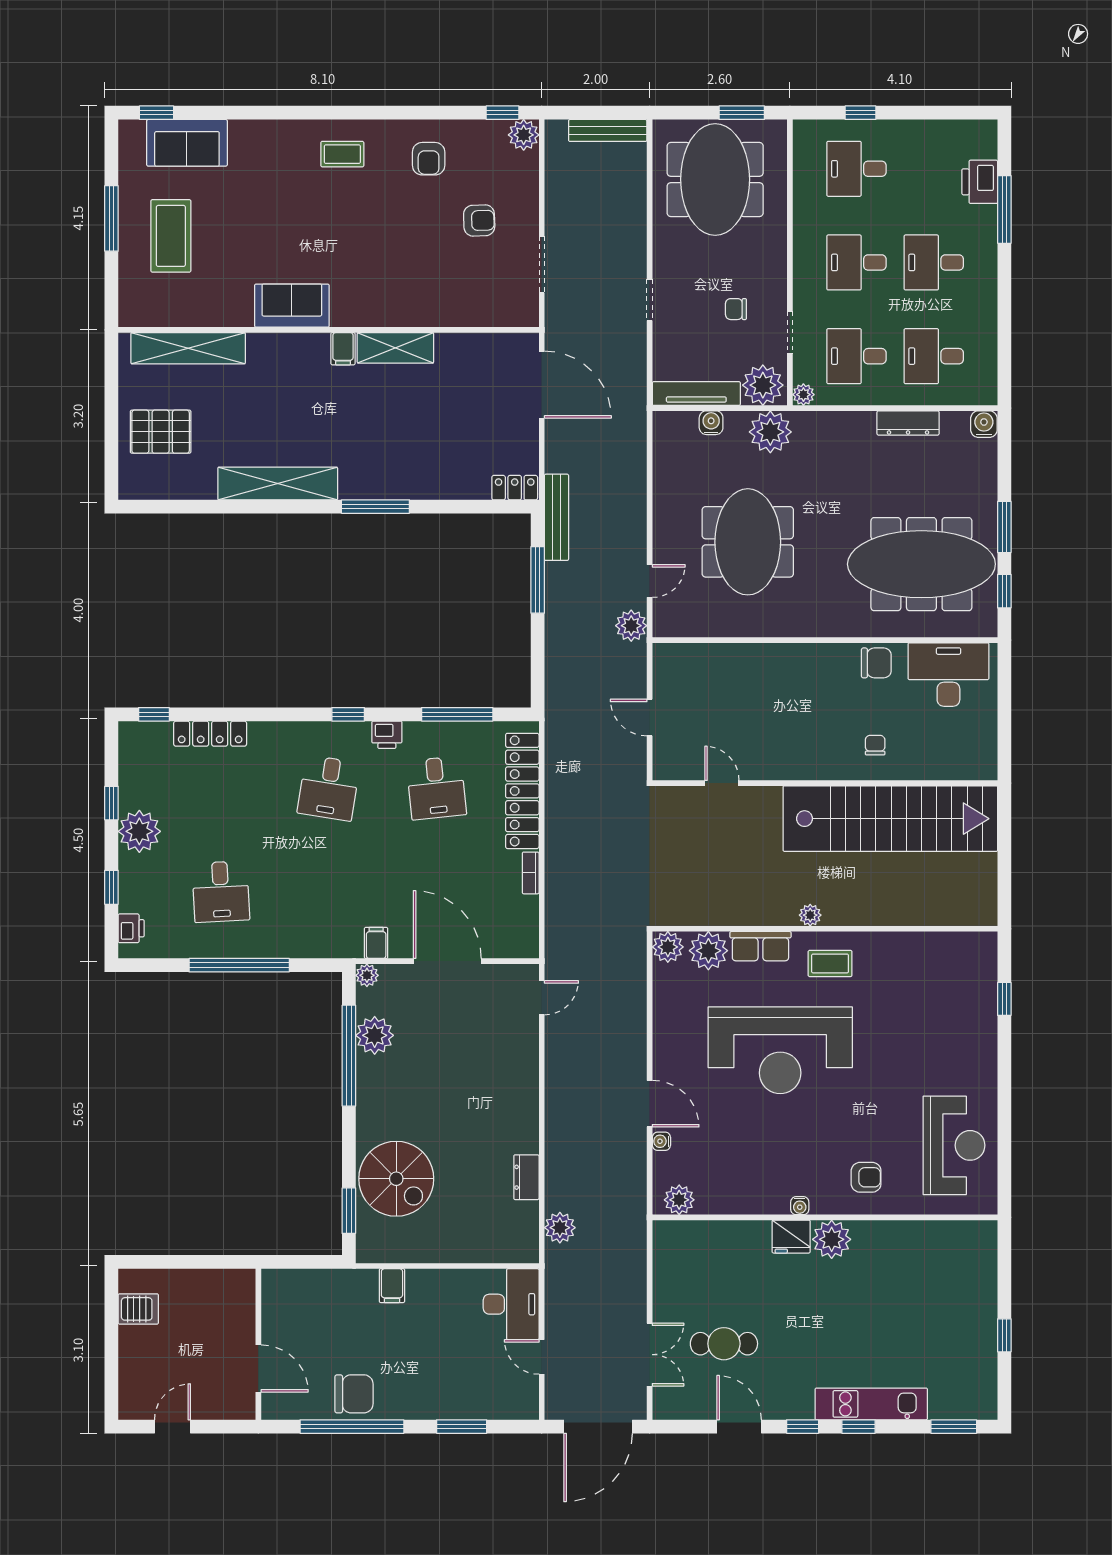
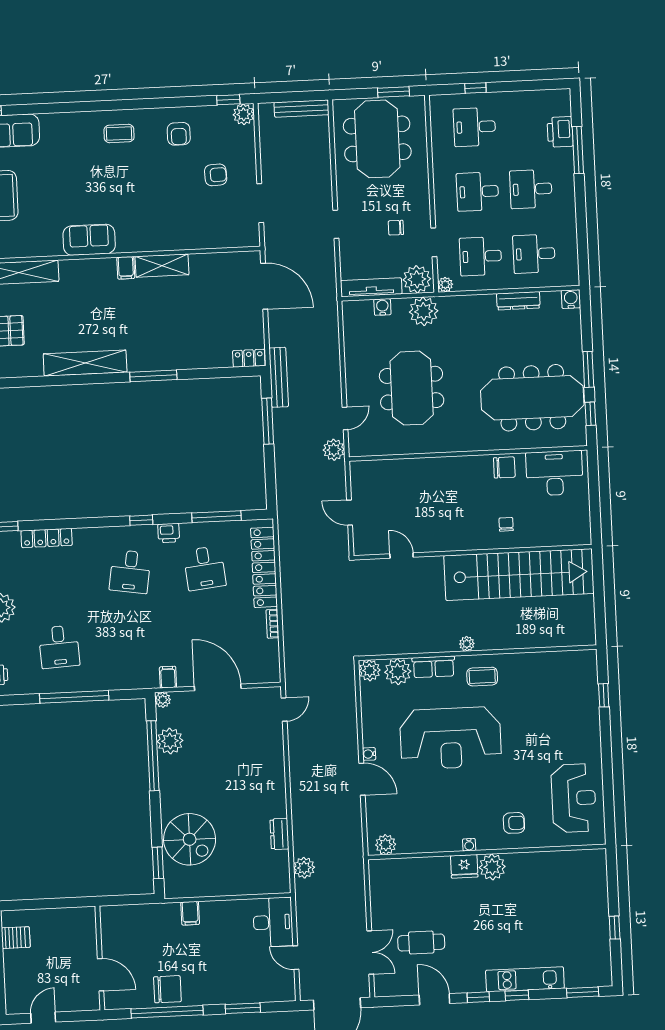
water cooler: (661, 1141) -> (369, 754), moved

